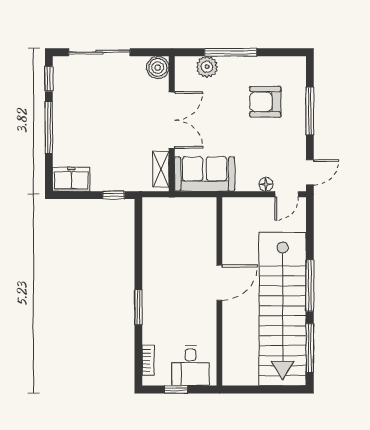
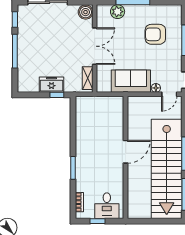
sofa: (205, 174) -> (131, 81), moved
freezer: (71, 179) -> (51, 85), moved

